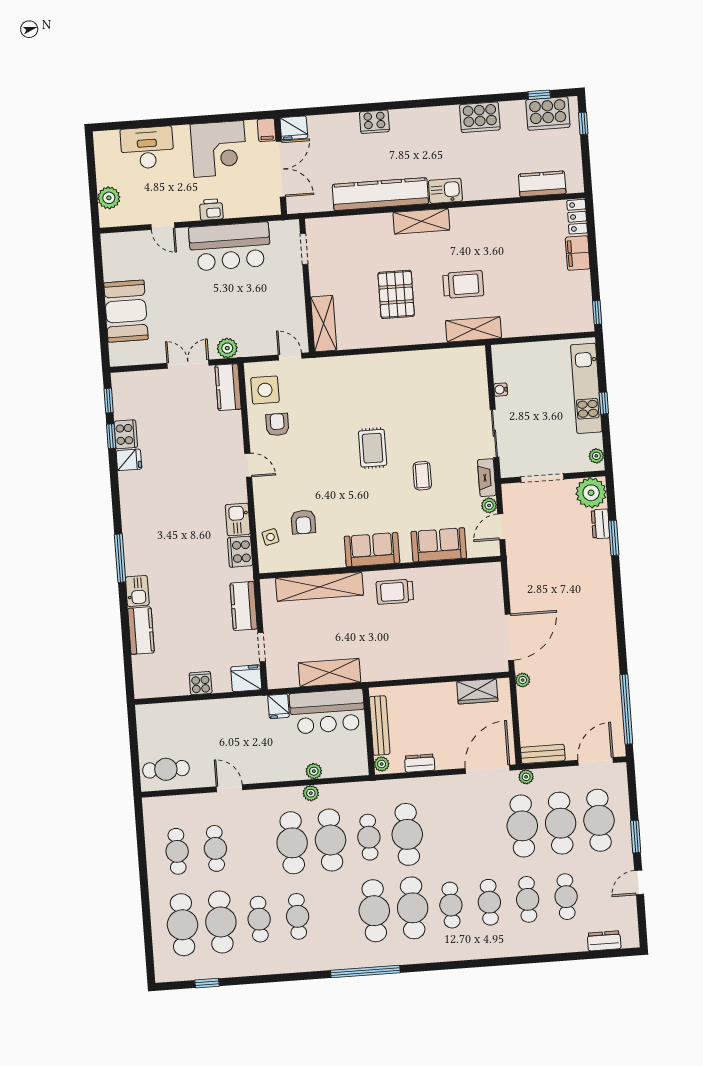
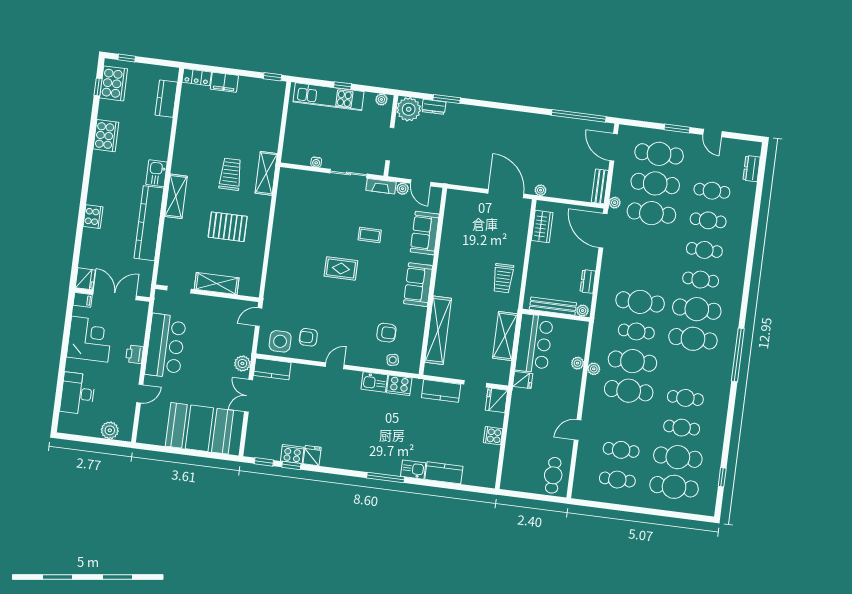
booth: (126, 311) -> (199, 428), width x1.36, depth x1.42
shelving: (324, 324) -> (217, 284), moved
trolley: (395, 592) -> (503, 278), moved

